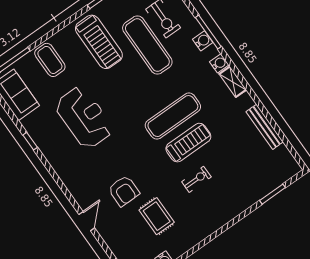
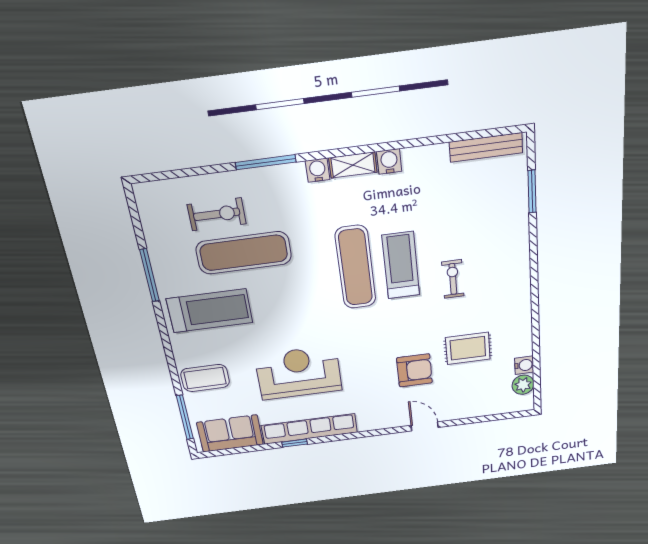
water cooler: (203, 41) -> (389, 161), moved
bench: (265, 127) -> (486, 147), moved
row of seats: (46, 145) -> (309, 429), added

